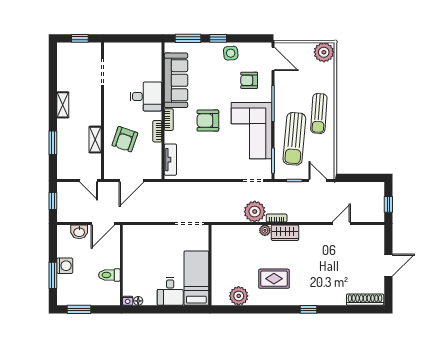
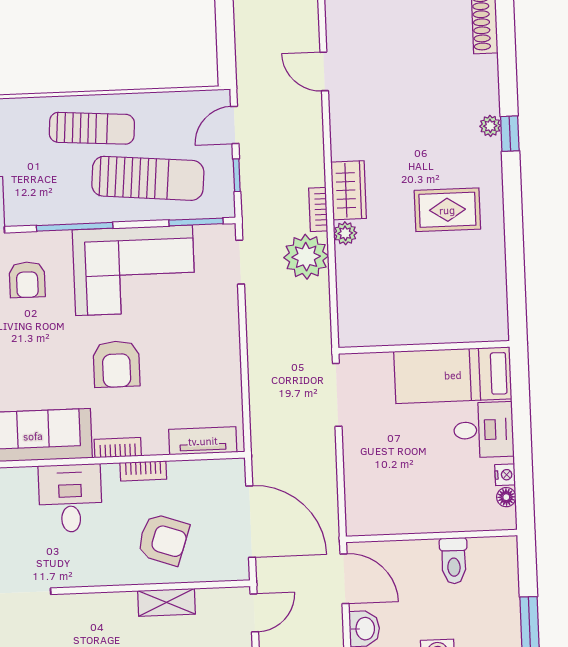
door: (132, 181) -> (251, 522), width x1.36
rug: (274, 279) -> (447, 210), turned 90
plant: (239, 296) -> (490, 126), moved, width x0.53, depth x0.53
nightstand: (128, 301) -> (505, 475), moved

